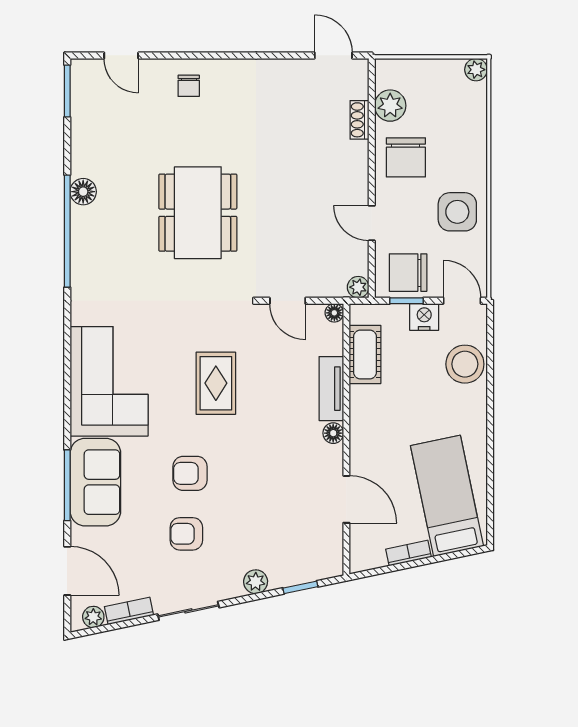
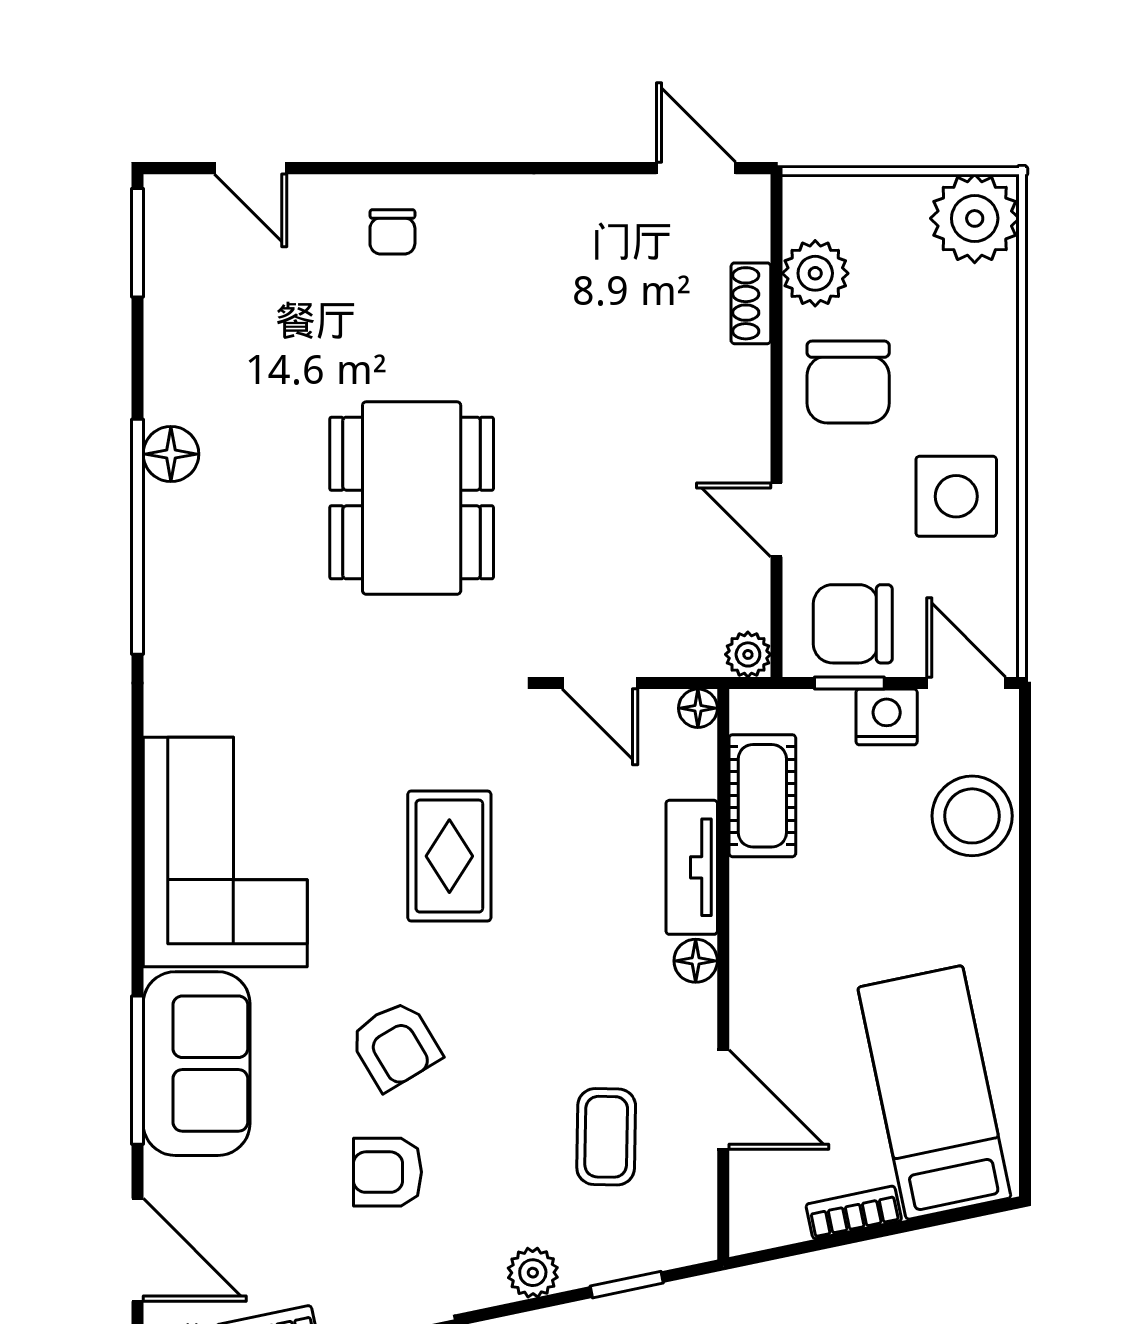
plant: (476, 70) -> (975, 218), width x1.88, depth x1.88
armchair: (190, 473) -> (395, 1045), turned -121
coffee table: (291, 517) -> (606, 1137), added

